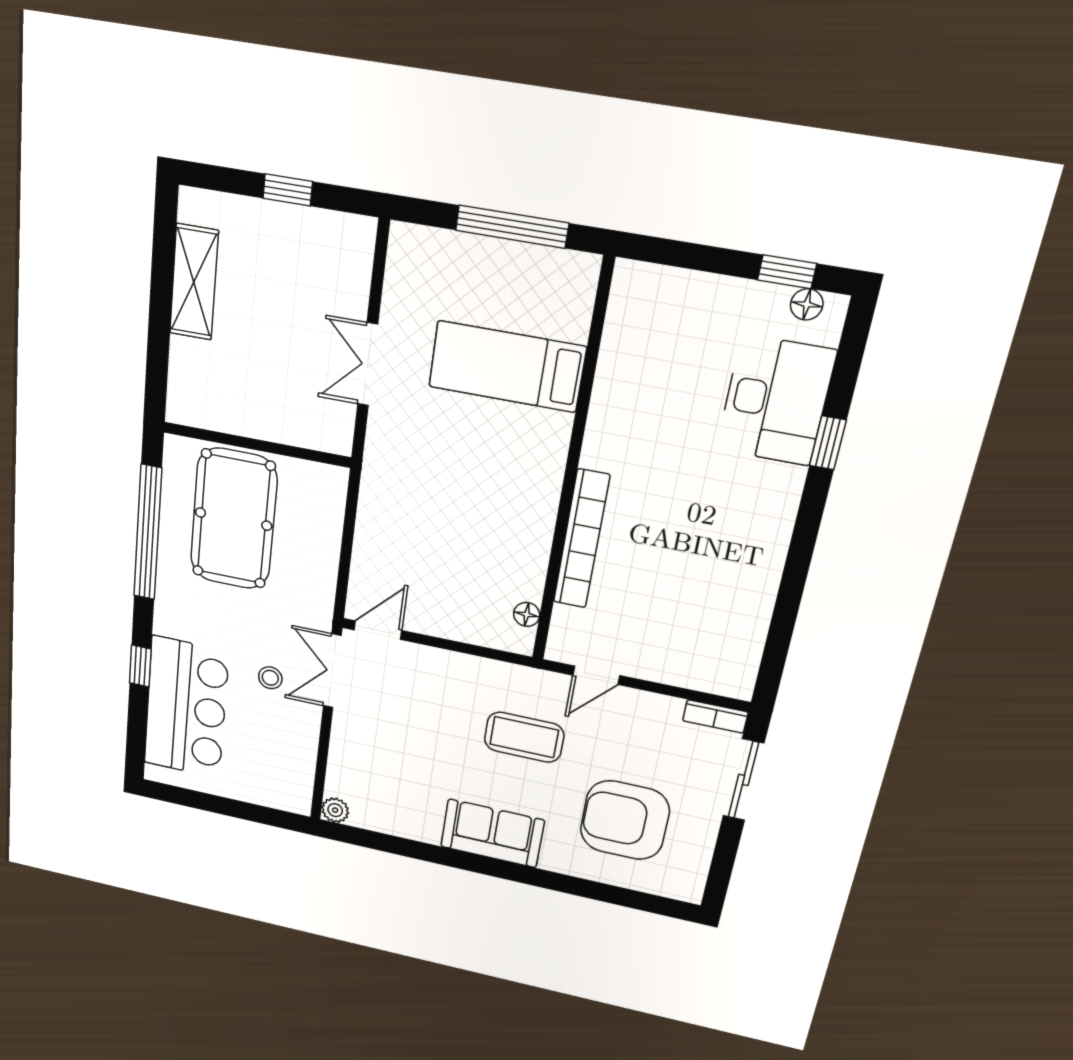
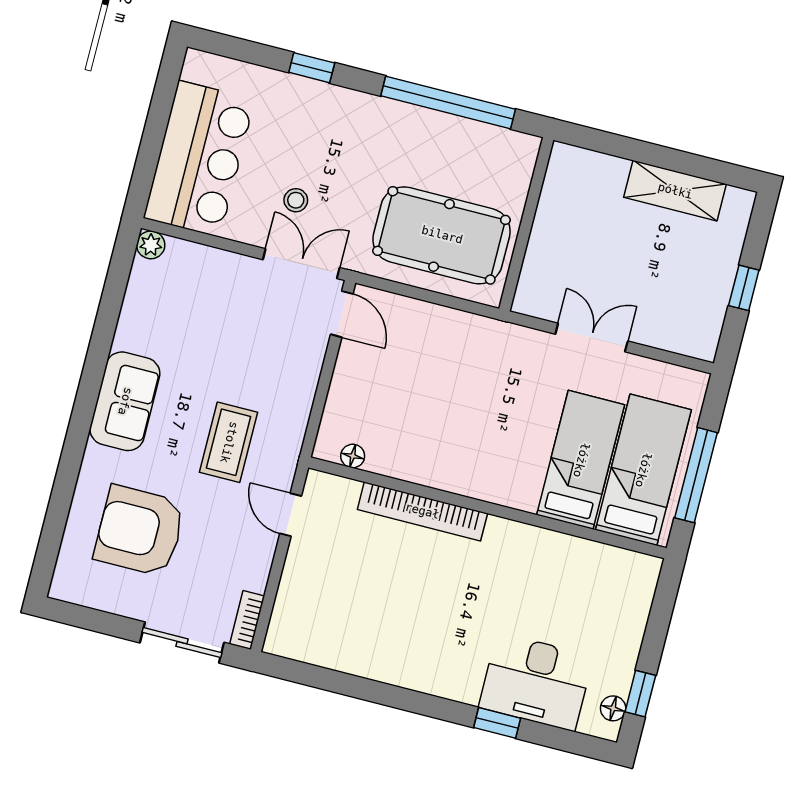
bed: (512, 292) -> (643, 470), added
pool table: (234, 519) -> (442, 235), moved
bar counter: (186, 708) -> (199, 159), moved, turned -90
armchair: (625, 820) -> (140, 531), turned -90

